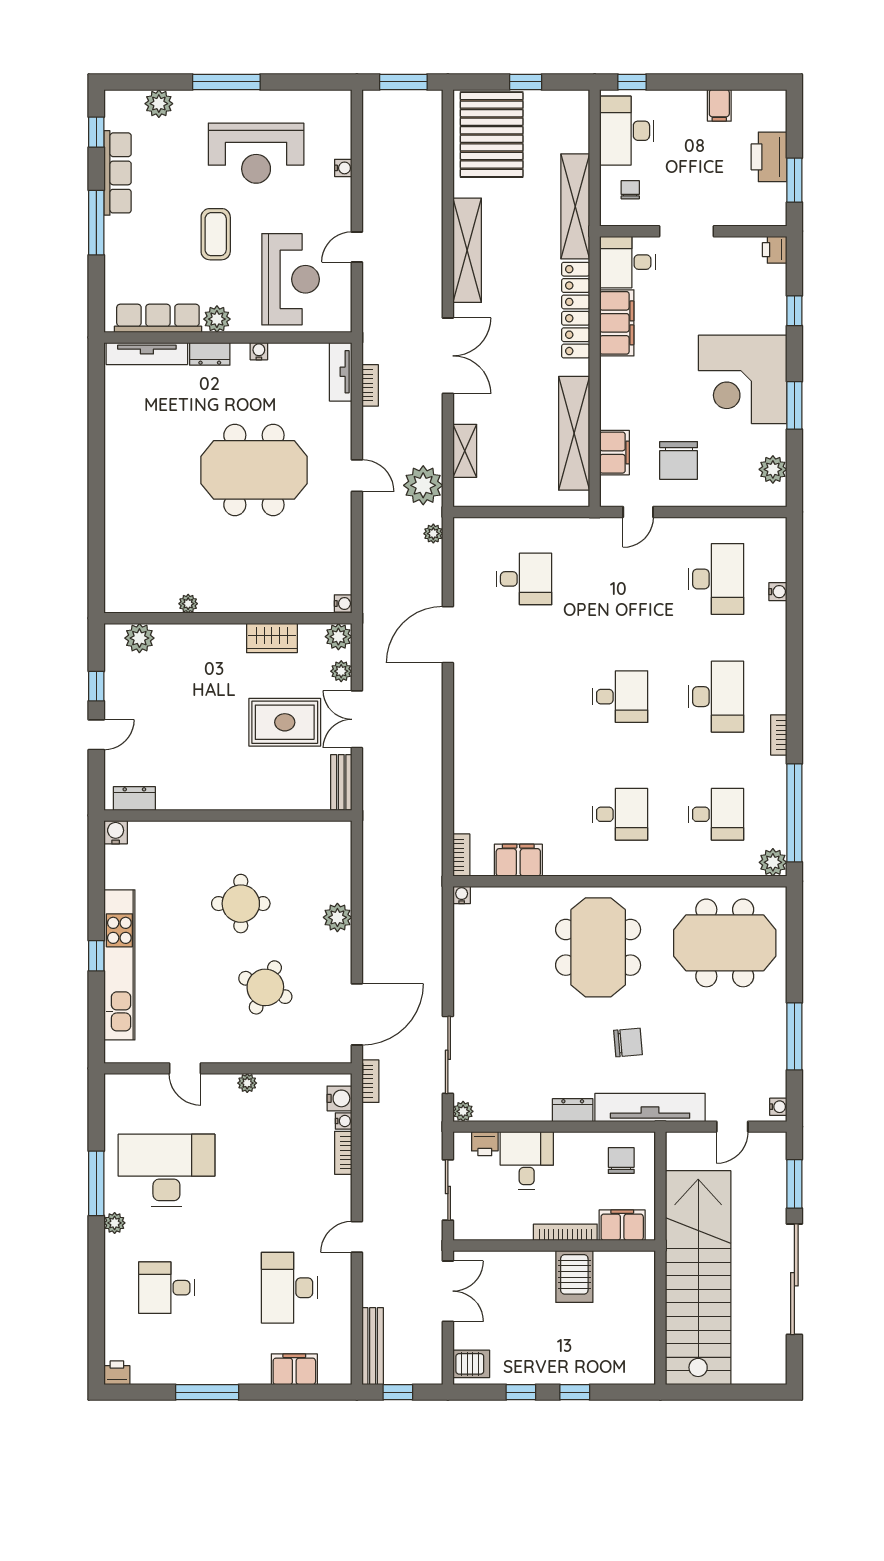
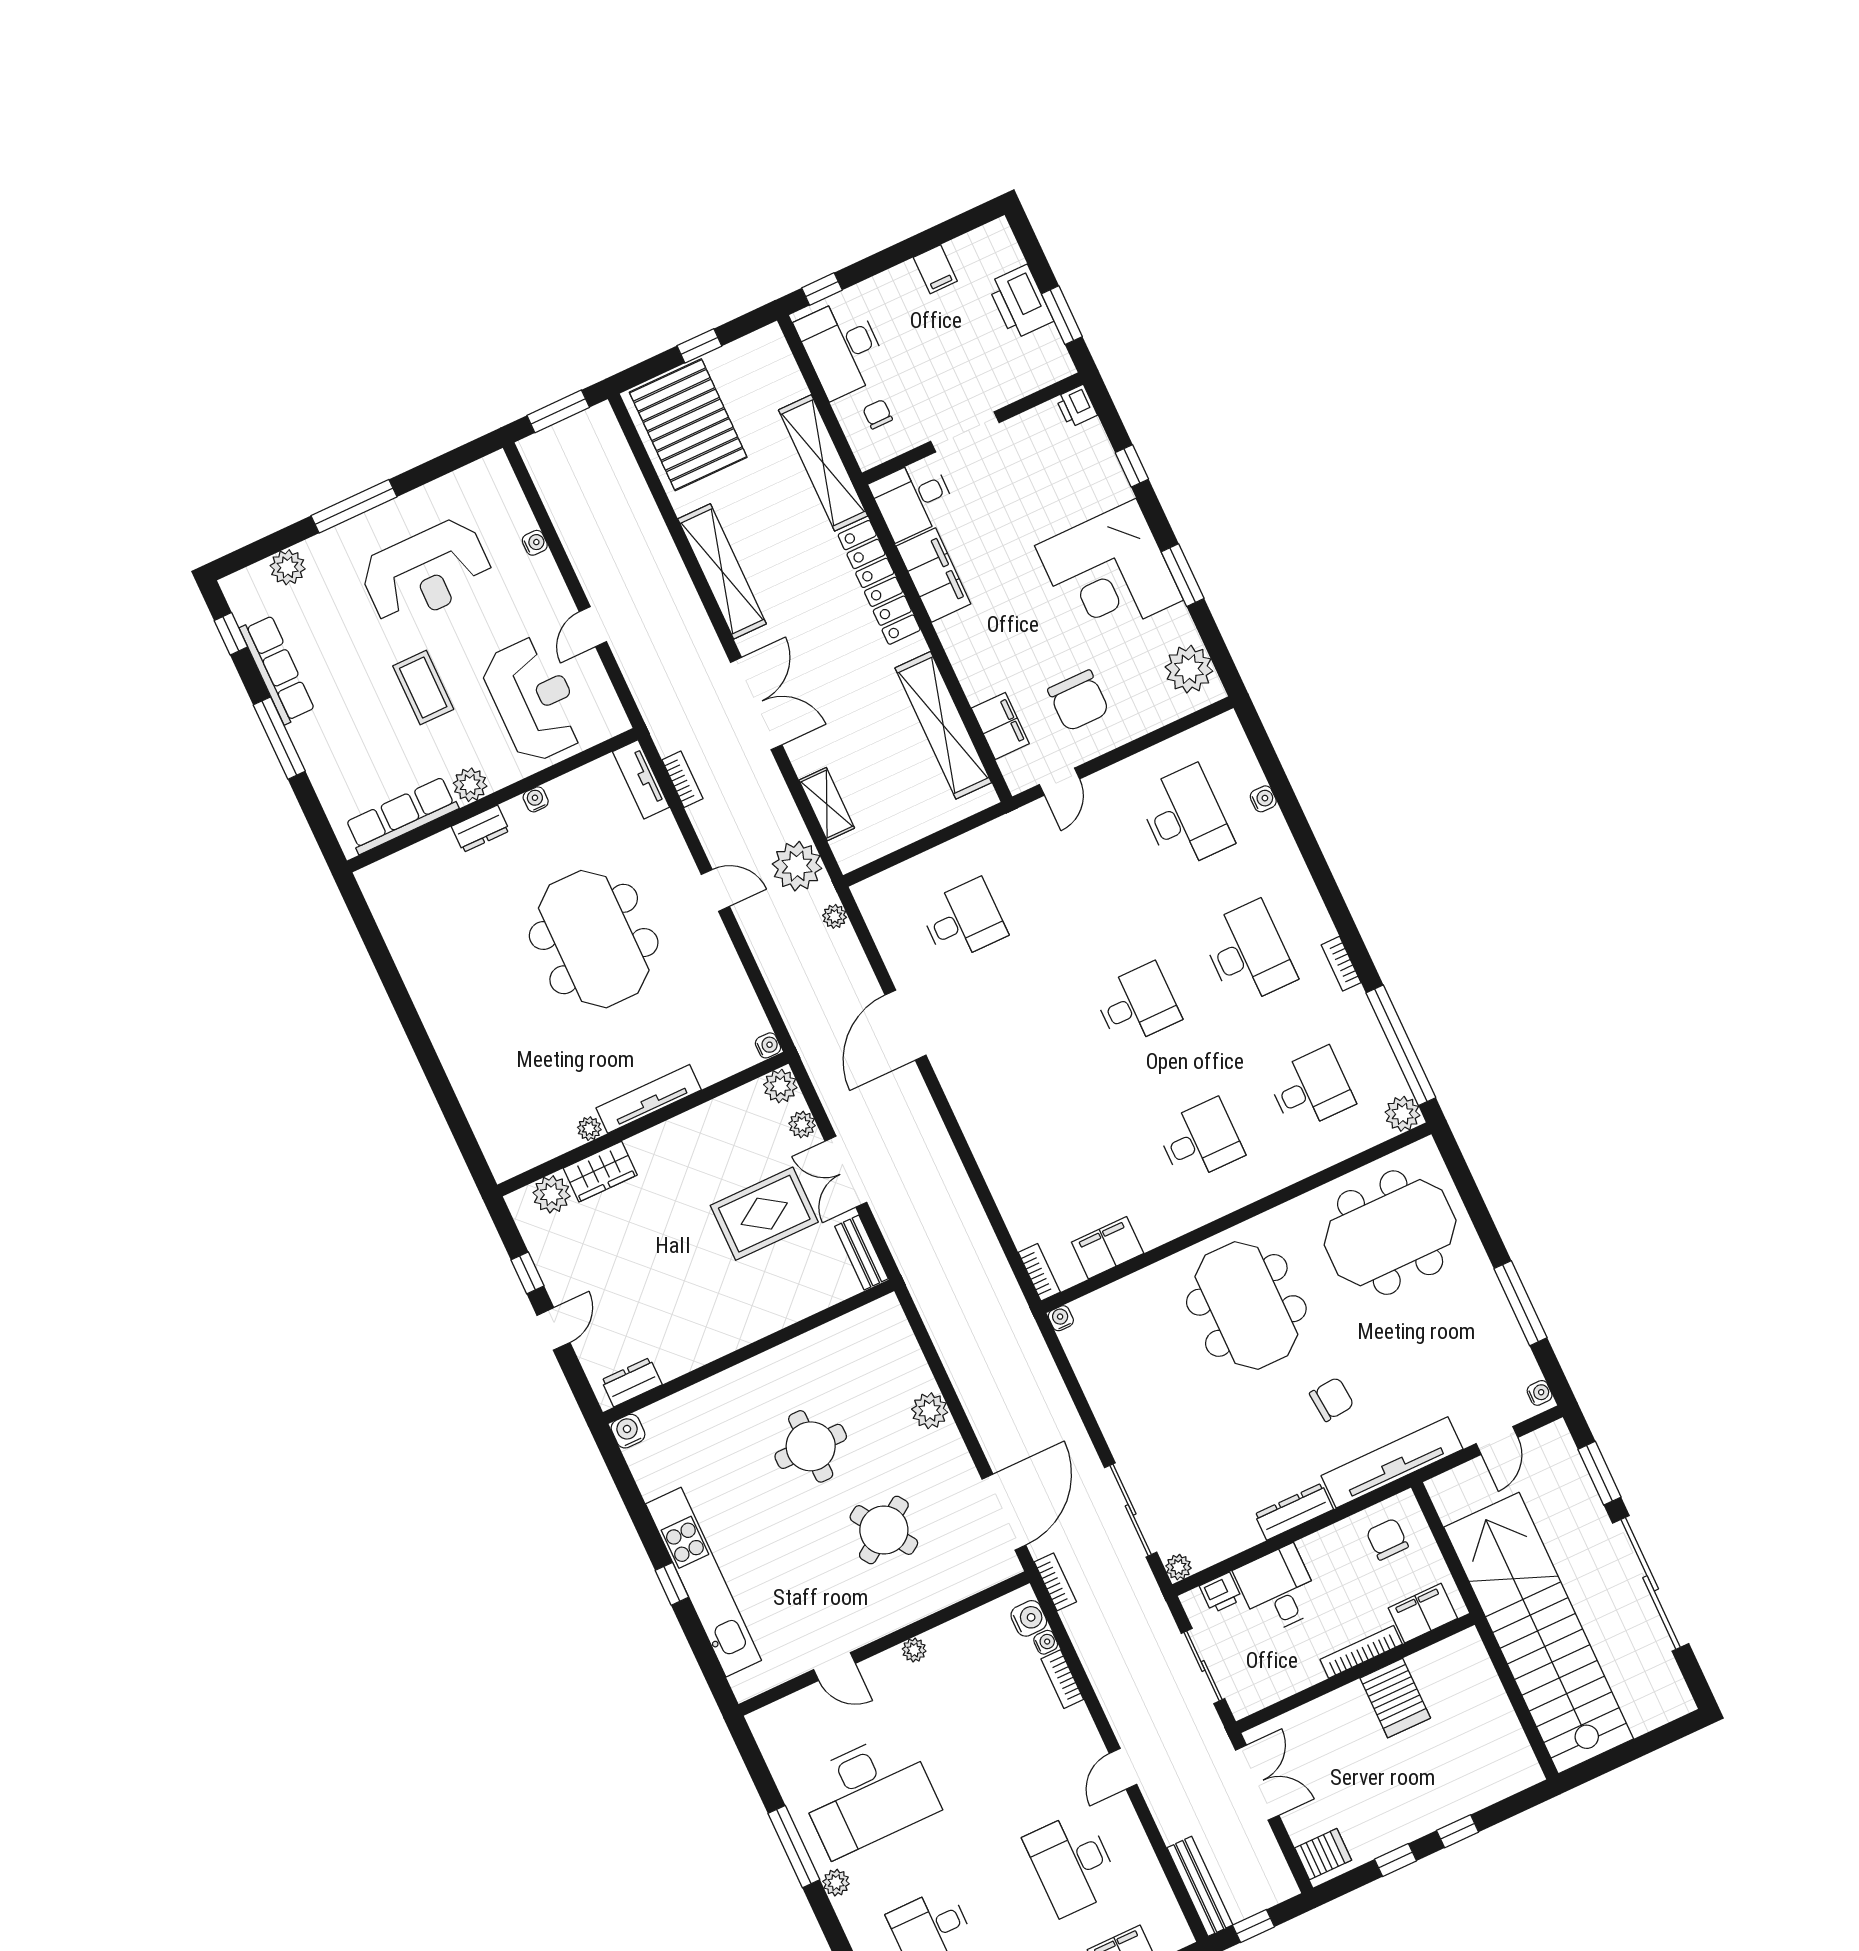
tv unit: (147, 354) -> (649, 1099), moved, turned 180
plant: (773, 469) -> (1189, 669), width x1.36, depth x1.36
meeting table: (254, 470) -> (594, 939), turned 90
wardrobe: (272, 638) -> (600, 1172), moved
round table: (265, 987) -> (884, 1530), turned 31
dresser: (573, 1110) -> (1294, 1512), width x1.44
desk: (166, 1170) -> (868, 1794), turned 180

